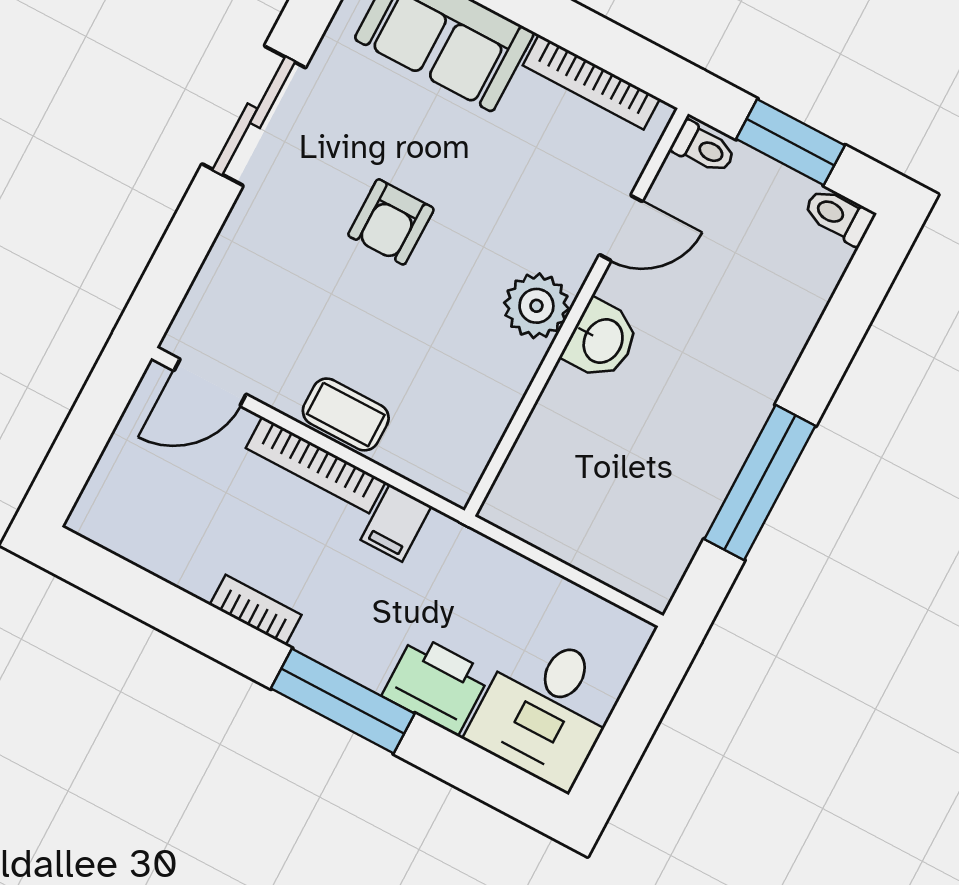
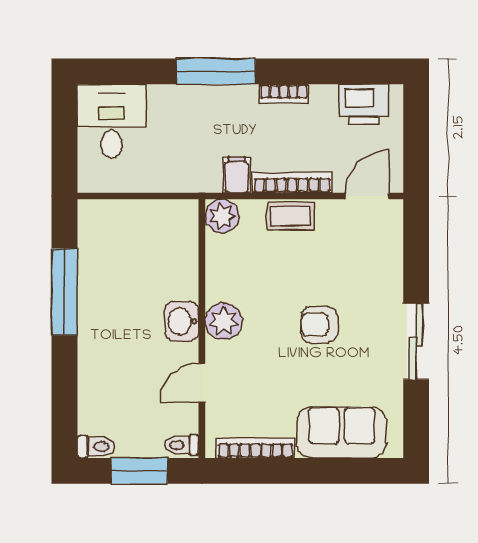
armchair: (391, 222) -> (319, 325), turned -90
plant: (452, 471) -> (222, 216), added
printer: (436, 684) -> (364, 105), moved

